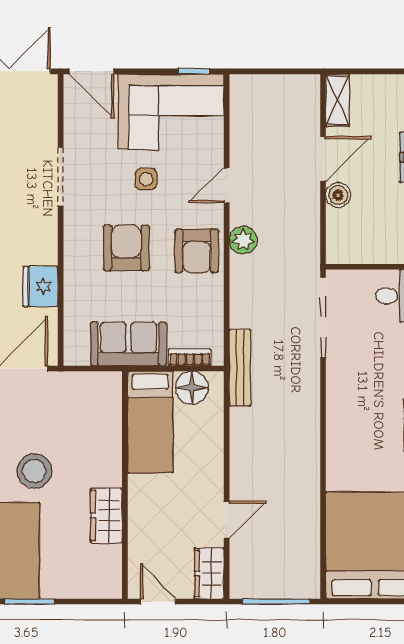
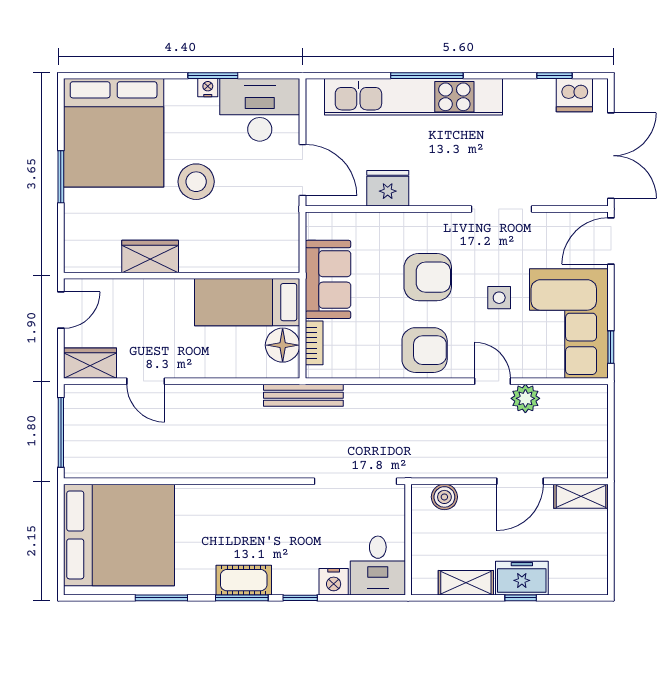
door: (323, 159) -> (520, 481), hinge flipped
boiler: (338, 195) -> (444, 497), moved
plant: (243, 240) -> (525, 398), moved
armchair: (197, 251) -> (425, 350), turned 180

